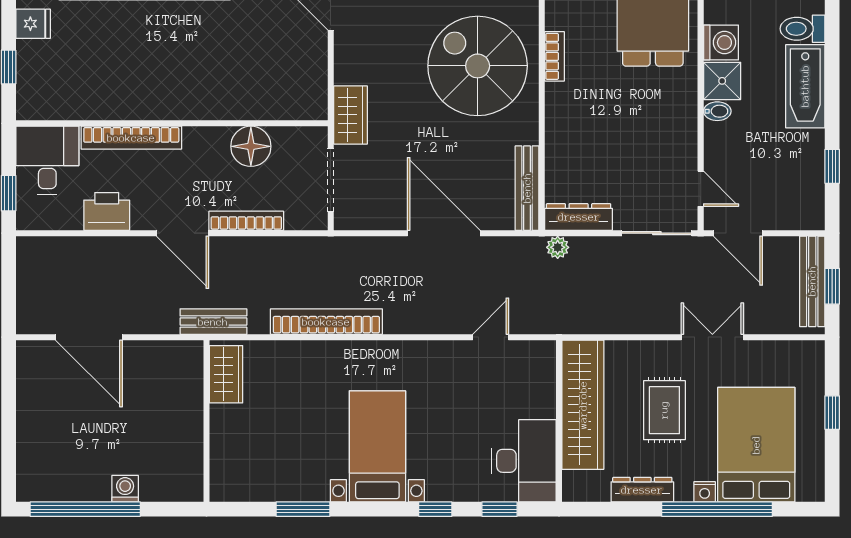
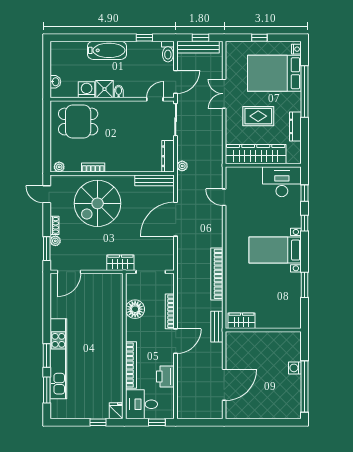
fridge: (33, 24) -> (116, 411), moved
toilet: (802, 29) -> (168, 52), moved
nightstand: (705, 492) -> (296, 49), moved

